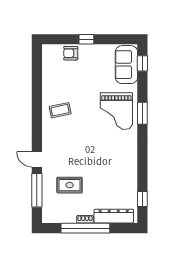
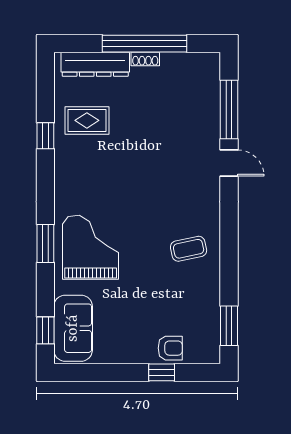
window: (86, 39) -> (162, 372), moved
window: (37, 66) -> (229, 326), added
rug: (70, 185) -> (87, 120), moved
window: (142, 199) -> (45, 136), moved

